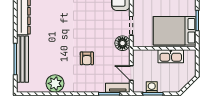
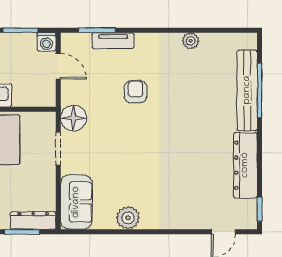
plant: (55, 83) -> (191, 41), width x0.53, depth x0.53
washing machine: (152, 87) -> (47, 42), moved
tv unit: (118, 88) -> (113, 41), moved

